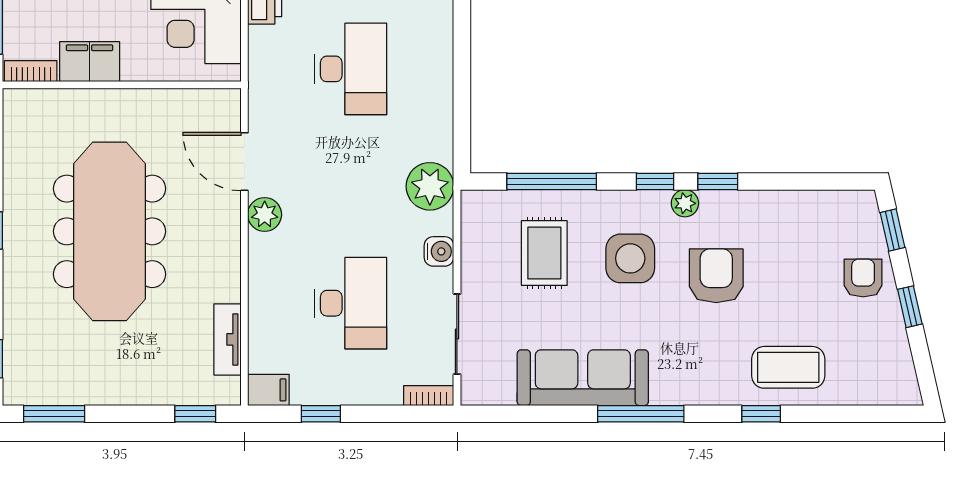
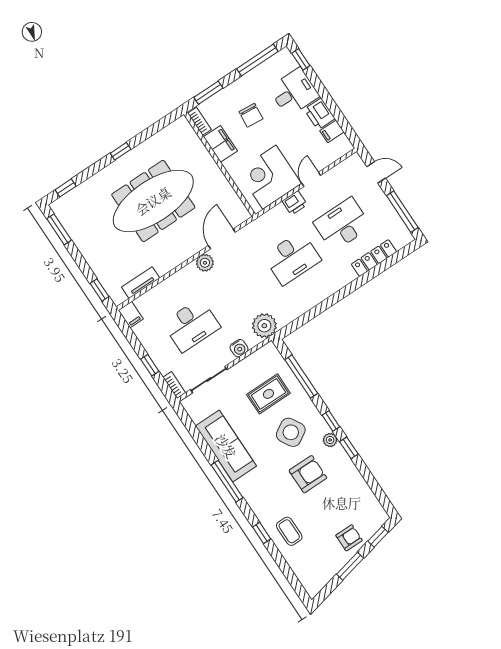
side table: (630, 258) -> (291, 432), turned -30
window: (910, 307) -> (350, 566), width x1.50
coffee table: (788, 367) -> (289, 531), width x0.73, depth x0.77
window: (321, 414) -> (150, 365), moved

